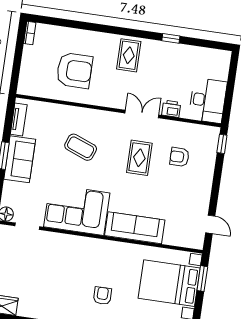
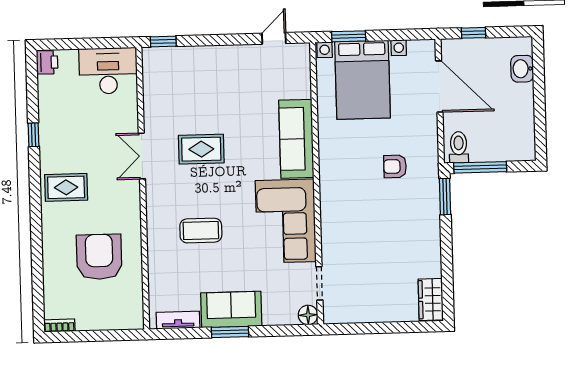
printer: (171, 109) -> (47, 62), moved, turned 180
coffee table: (81, 147) -> (201, 231), turned 69
armchair: (179, 157) -> (191, 95), removed

